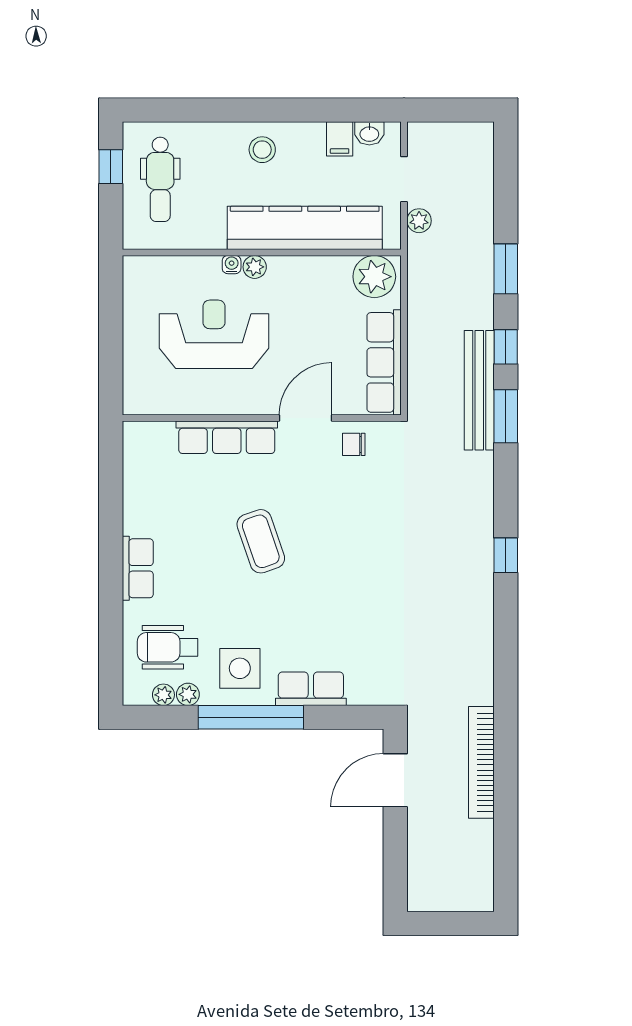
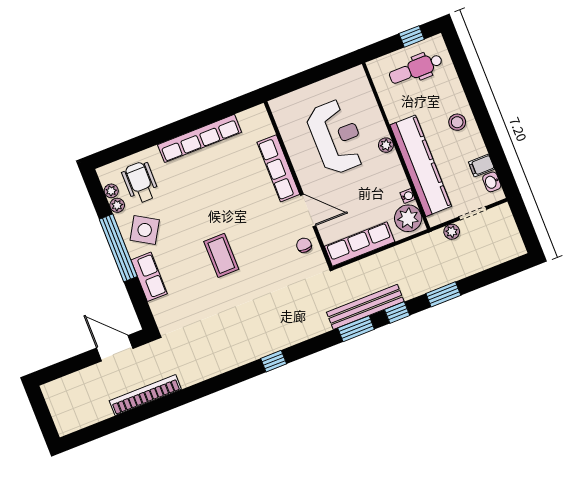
water cooler: (232, 265) -> (408, 196), moved
coffee table: (261, 541) -> (221, 255), moved, turned -71
row of seats: (138, 568) -> (199, 138), width x2.02
side table: (240, 668) -> (145, 230), turned 31

